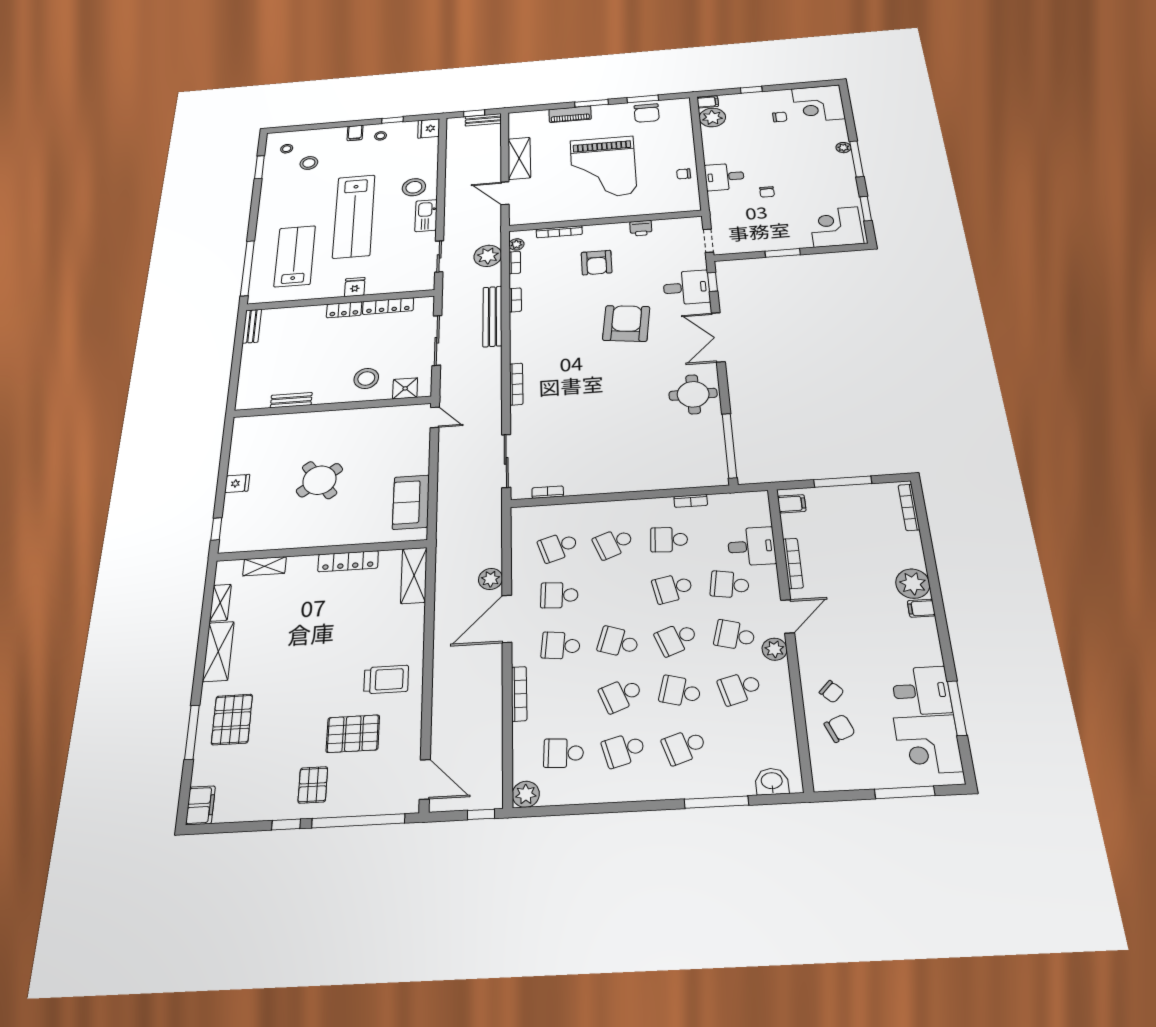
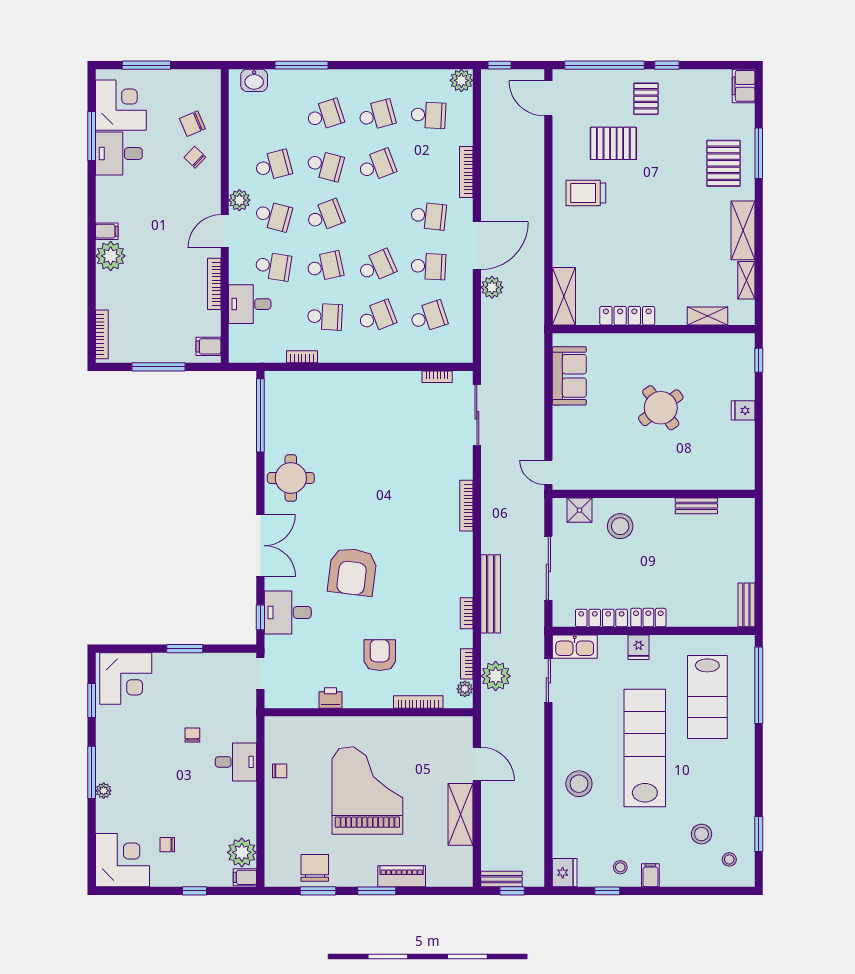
kitchen sink: (426, 216) -> (575, 647), moved, turned 90
school desk: (618, 642) -> (377, 266), moved, turned -42

